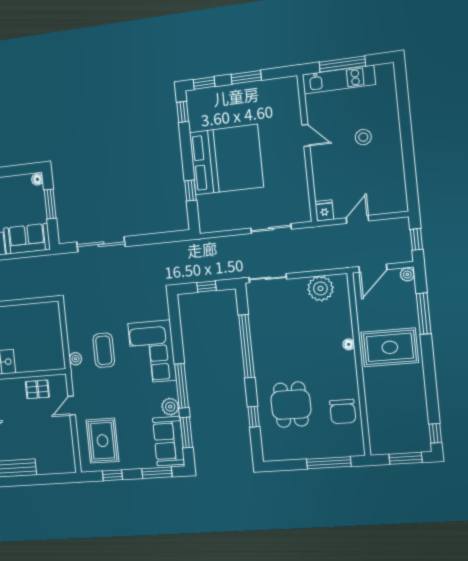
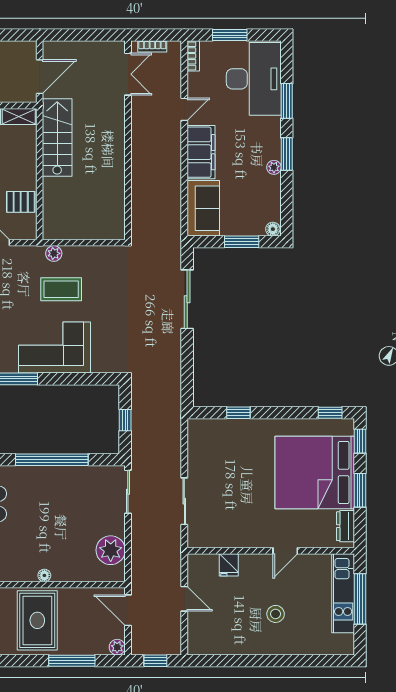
dresser: (279, 86) -> (345, 526), added
bed: (226, 160) -> (315, 472), moved, turned 90
fridge: (324, 210) -> (229, 565), moved, turned 90
pallet: (37, 389) -> (21, 202), turned 90

